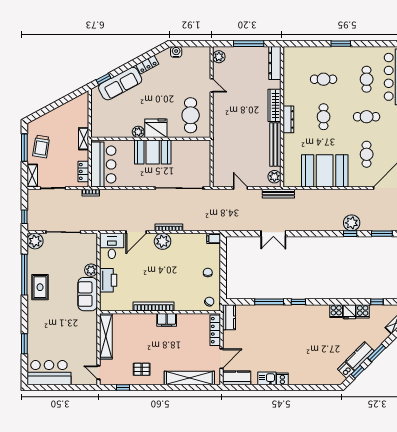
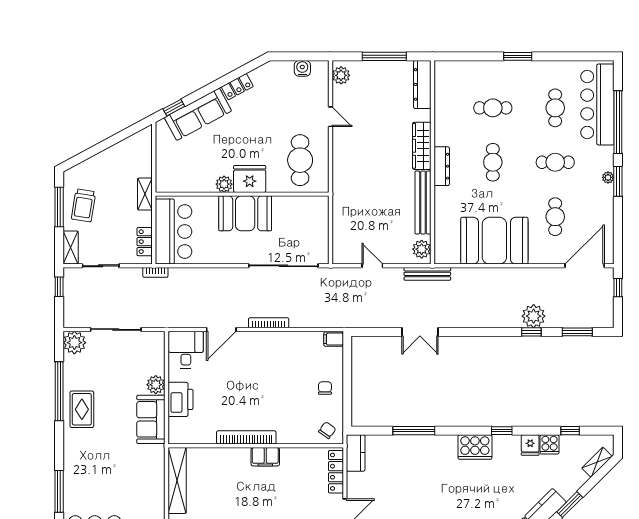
water cooler: (176, 52) -> (302, 68), moved
window: (24, 217) -> (59, 287), moved
plant: (163, 241) -> (259, 343), removed
window: (298, 302) -> (502, 431), moved
cooker: (336, 311) -> (475, 447), moved, width x1.87, depth x1.31
window: (24, 344) -> (59, 491), width x1.44

